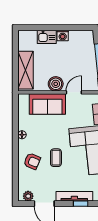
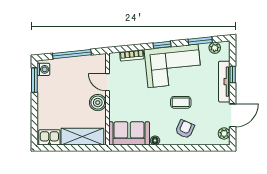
window: (76, 28) -> (34, 80), added
washing machine: (63, 35) -> (43, 69), moved
kitchen sink: (47, 37) -> (49, 137), moved, turned -90
sofa: (47, 104) -> (129, 133), moved, turned -90

